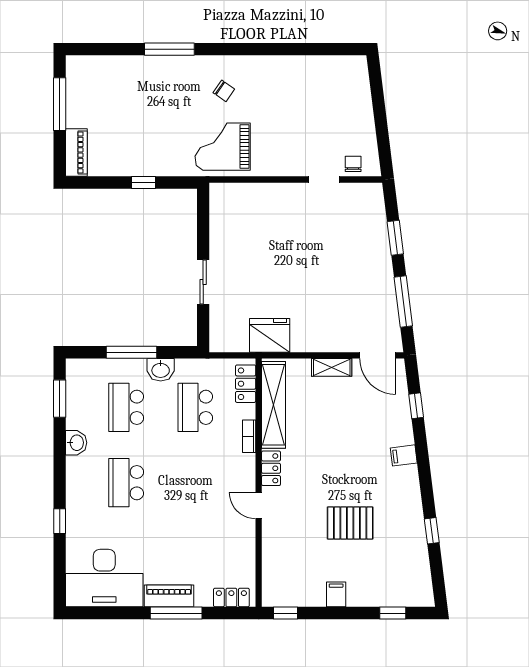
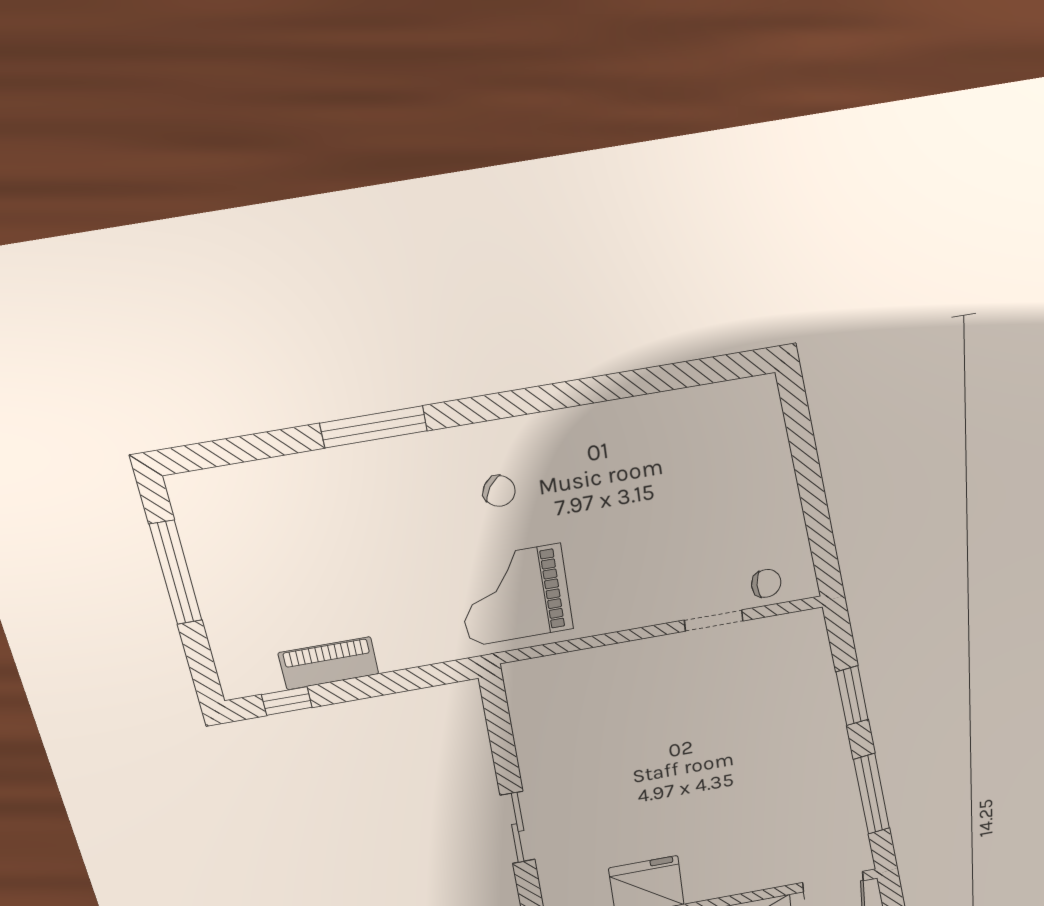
piano: (76, 152) -> (329, 663), moved, turned -90
chair: (353, 164) -> (766, 583), turned 90
window: (144, 183) -> (287, 701), moved

